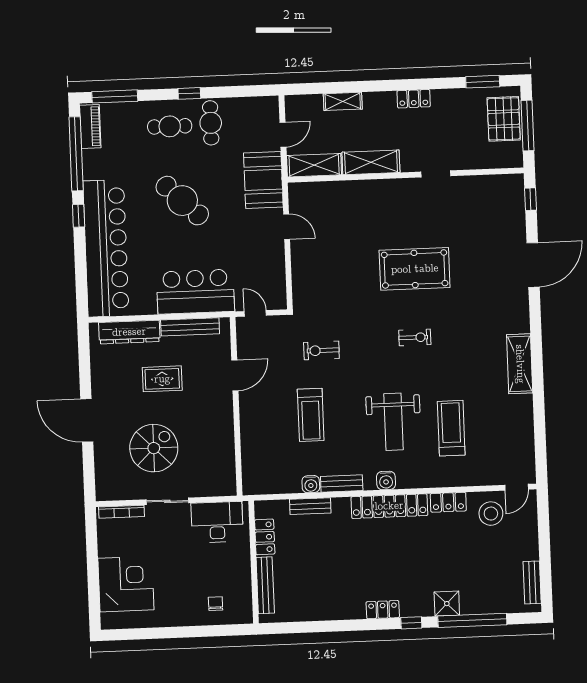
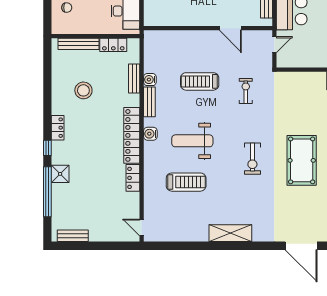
exercise bike: (415, 337) -> (252, 159), width x1.38, depth x1.39
stool: (491, 514) -> (83, 90), moved

